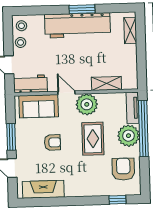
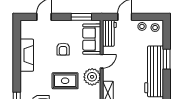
window: (82, 9) -> (167, 59), moved
window: (11, 137) -> (81, 17), moved
fireplace: (43, 189) -> (27, 55), moved

